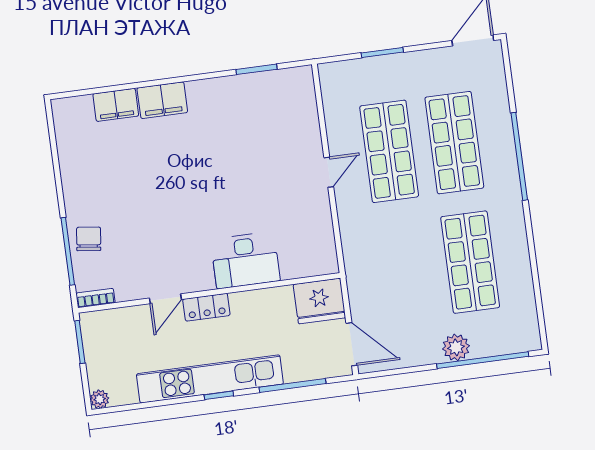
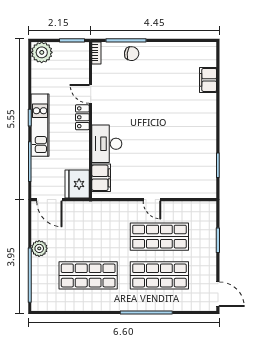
filing cabinet: (162, 100) -> (101, 178), moved, turned 180
door: (352, 344) -> (49, 200), hinge flipped
plant: (456, 347) -> (39, 248), moved
kitchen unit: (210, 379) -> (40, 125), width x0.73
plant: (100, 399) -> (42, 52), width x1.87, depth x1.87

